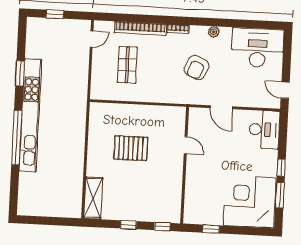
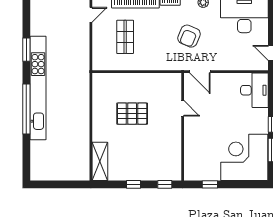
door: (221, 107) -> (200, 72), moved

